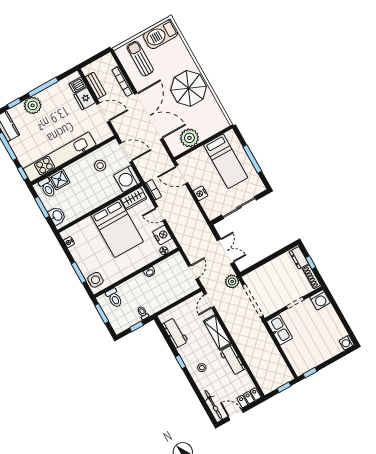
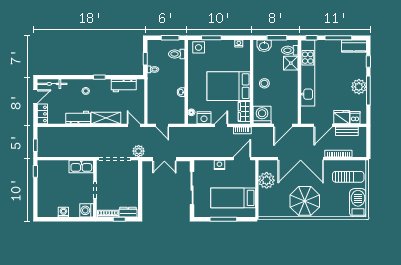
plant: (33, 105) -> (359, 87), moved
stool: (100, 166) -> (264, 83), moved
washing machine: (347, 343) -> (63, 212), moved

